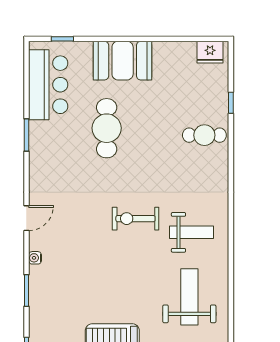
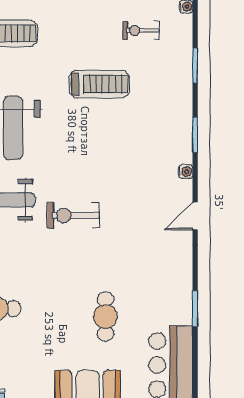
cafe table: (107, 128) -> (106, 316), width x0.73, depth x0.74
exercise bike: (135, 219) -> (73, 215), turned 180

